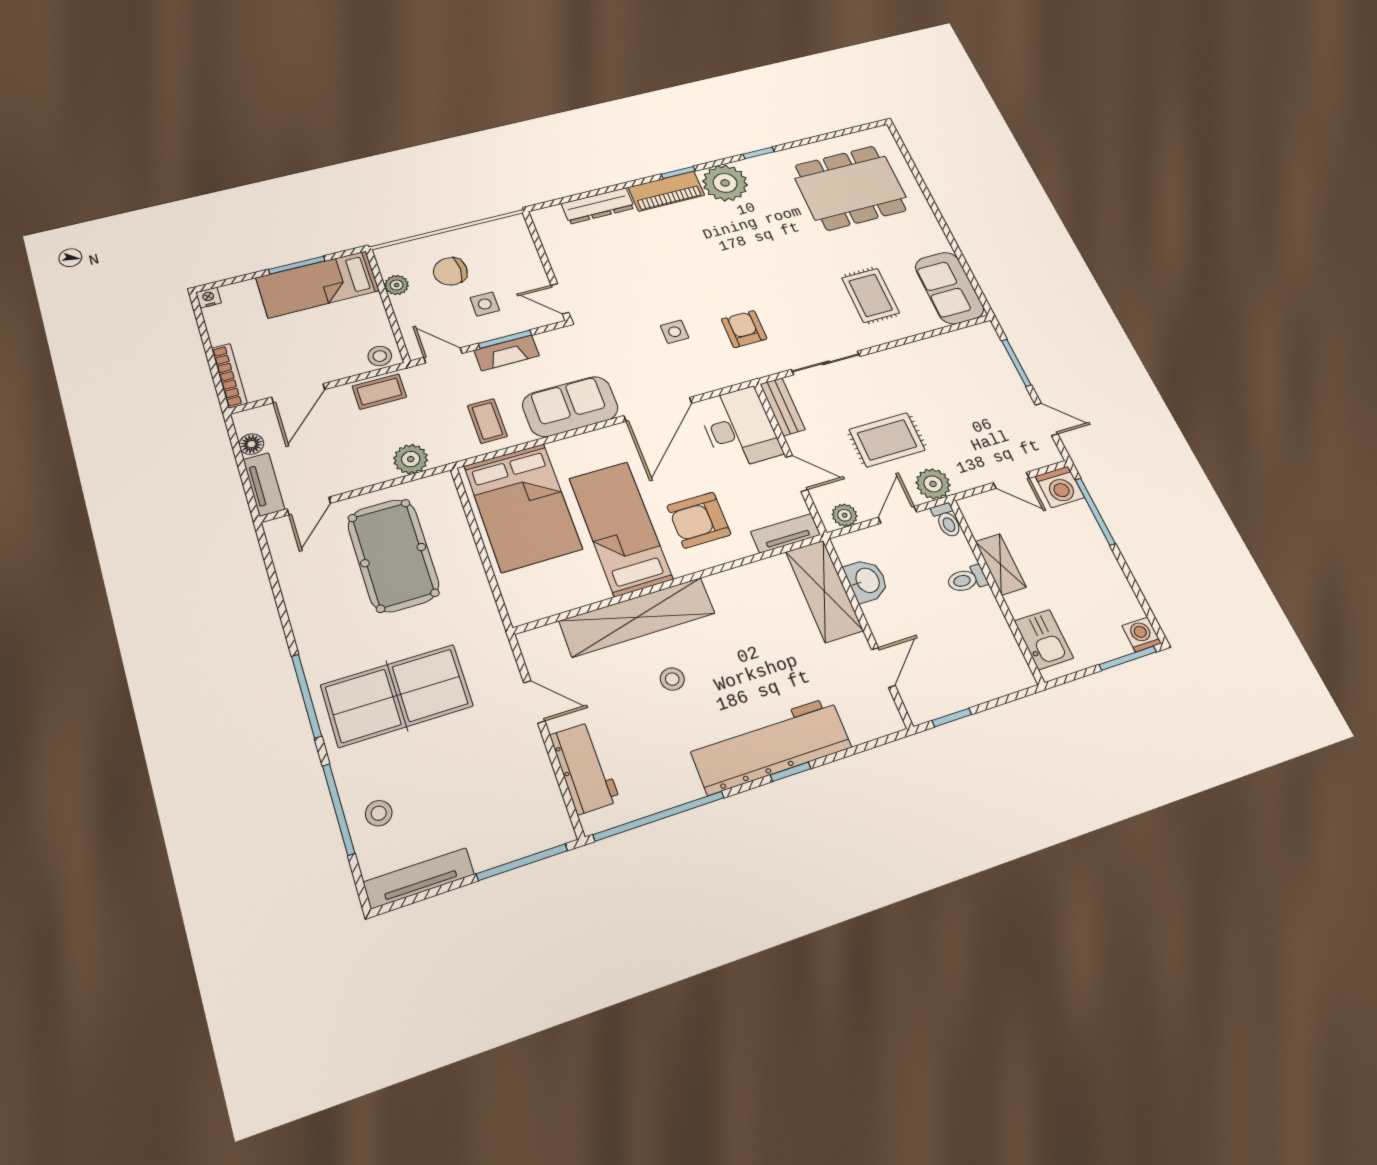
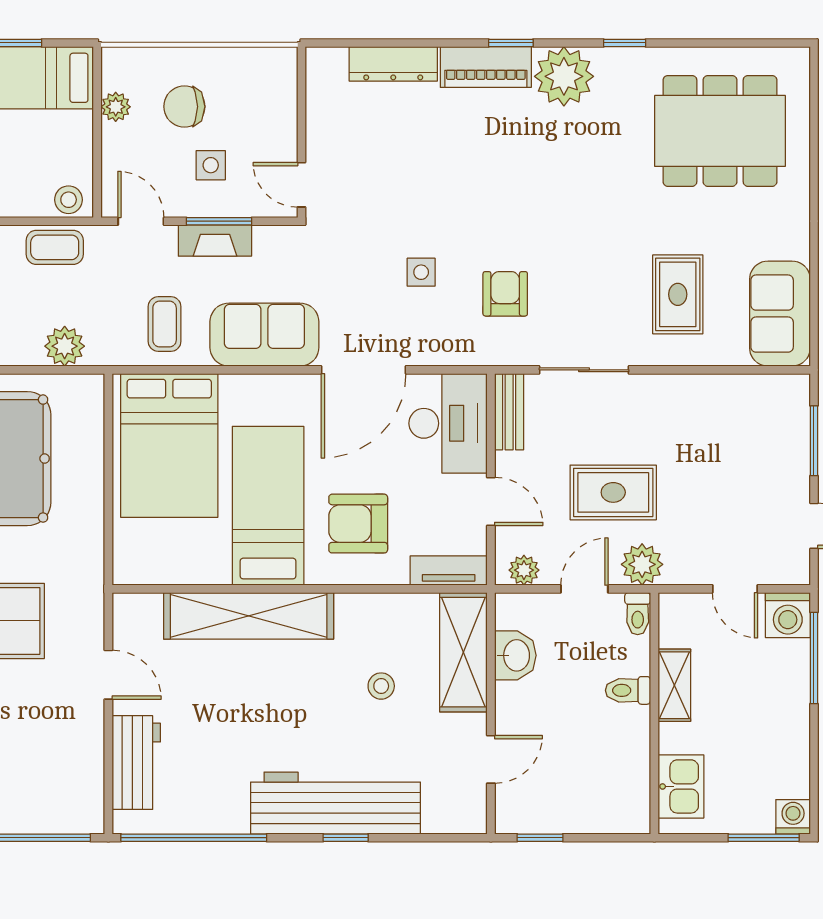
stool: (672, 679) -> (381, 686), moved

